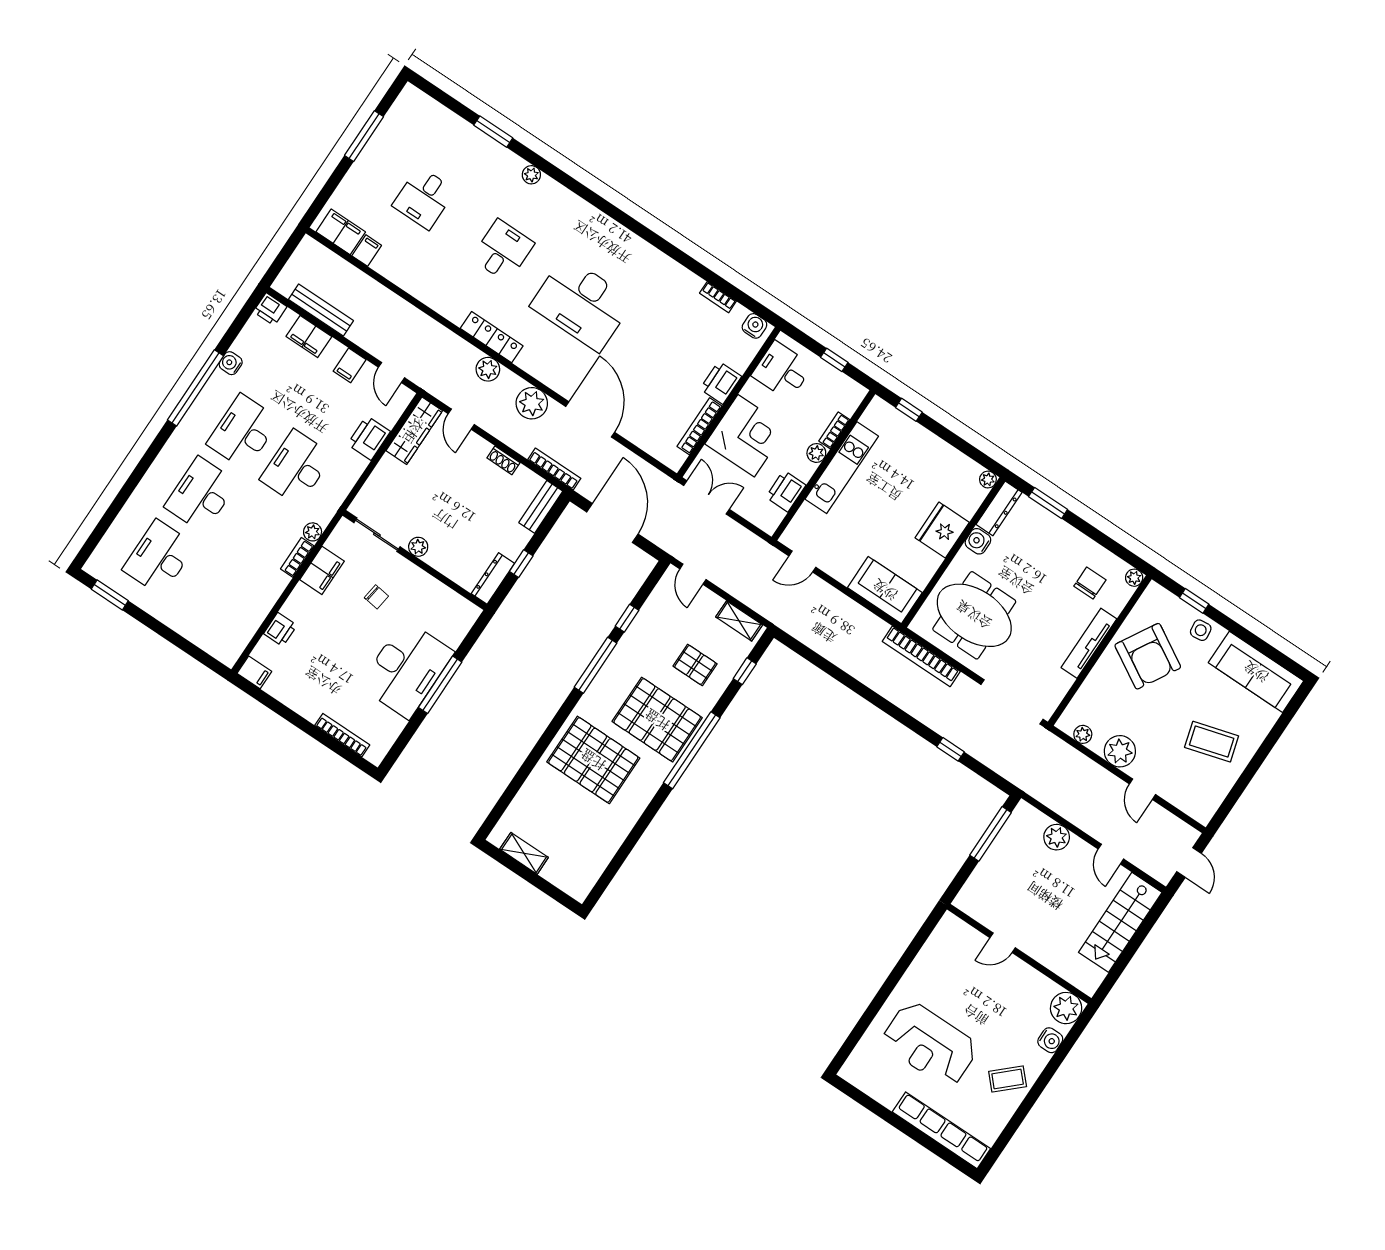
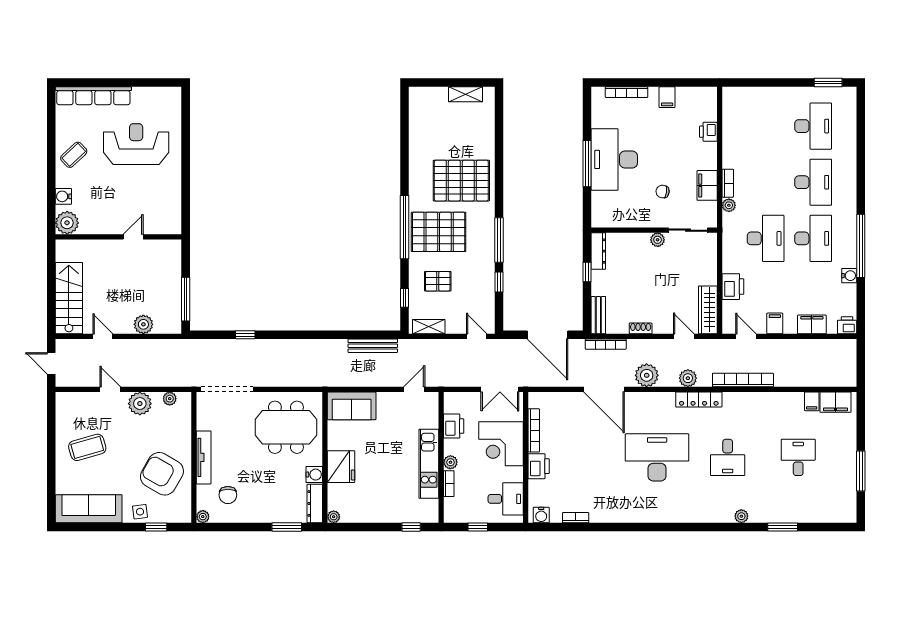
bench: (321, 310) -> (373, 346), moved
bookcase: (921, 656) -> (743, 380), moved
filing cabinet: (254, 672) -> (667, 97), moved, turned -90

